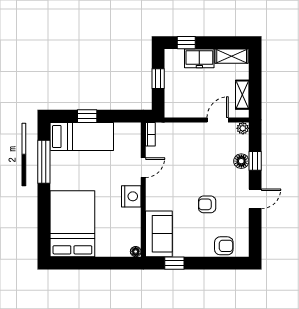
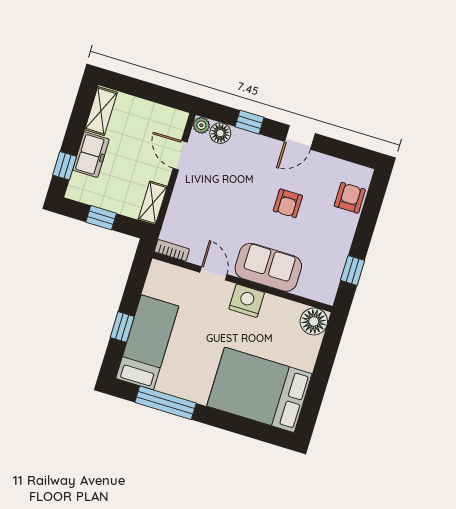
shelving: (242, 95) -> (153, 203), moved, turned 90
floor lamp: (241, 161) -> (220, 133), moved
door: (255, 199) -> (300, 137), swing flipped
sofa: (159, 234) -> (268, 267), moved
floor lamp: (136, 252) -> (314, 321), width x1.89, depth x1.89

